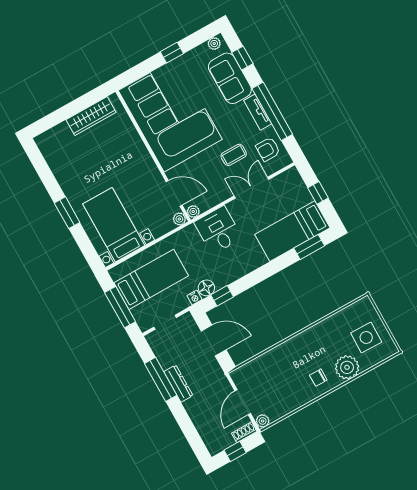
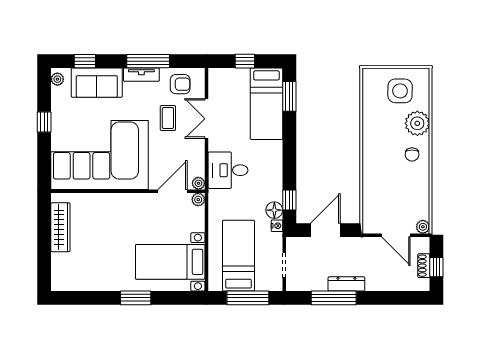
window: (272, 111) -> (148, 61), width x0.68
armchair: (268, 149) -> (180, 84), turned -90
shoe rack: (244, 432) -> (424, 266), moved

